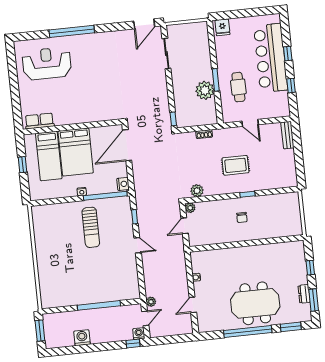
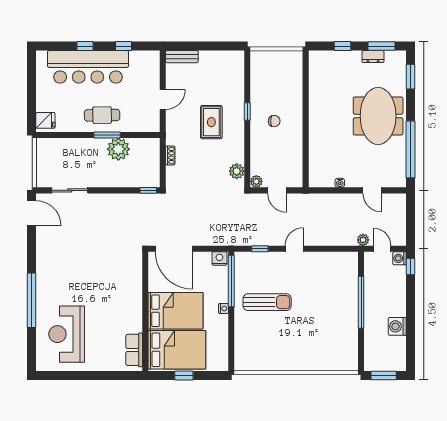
cafe table: (238, 87) -> (102, 115), moved
bed: (49, 156) -> (177, 350), width x1.50
window: (248, 331) -> (411, 149), moved

